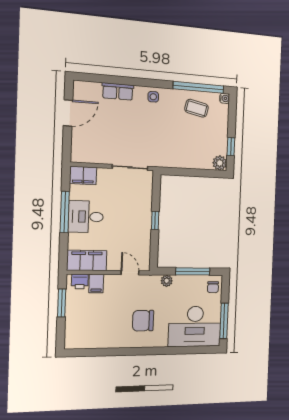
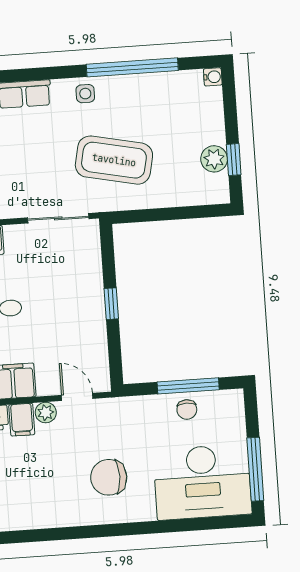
window: (198, 87) -> (132, 67), moved
coffee table: (196, 108) -> (114, 160), moved, width x1.86, depth x1.72
plant: (220, 163) -> (214, 159), moved
plant: (167, 281) -> (46, 413), moved
chair: (213, 287) -> (187, 410), moved

